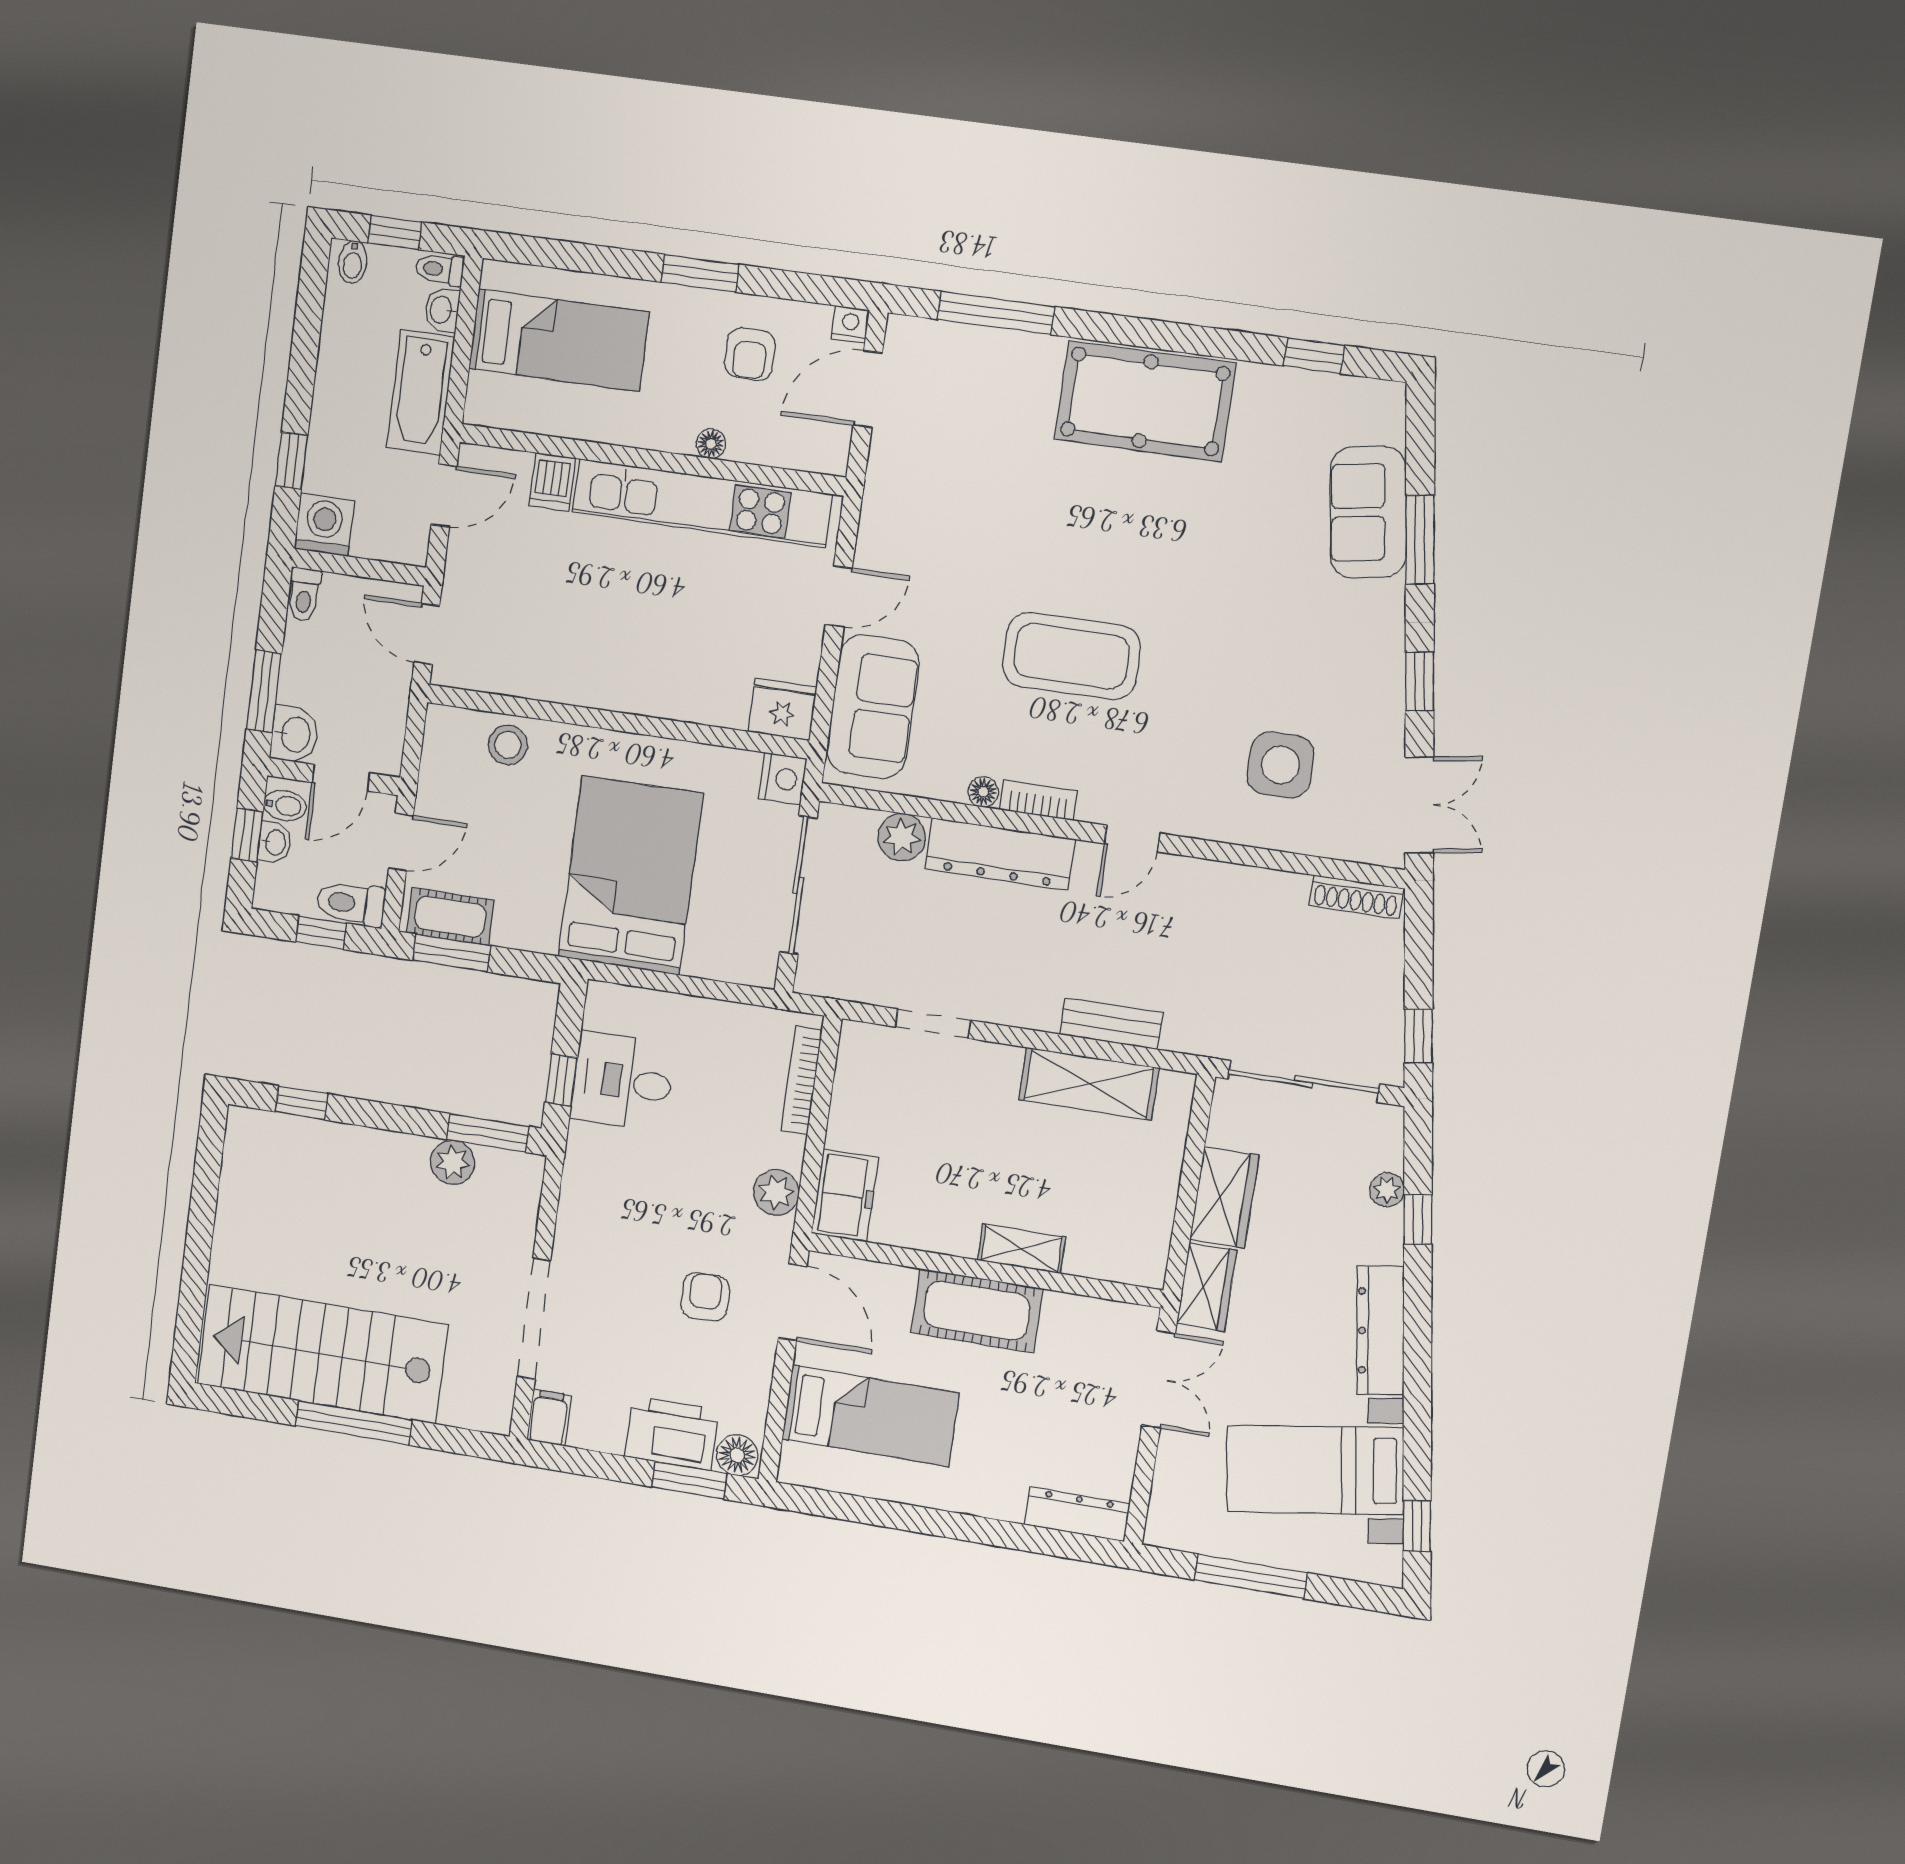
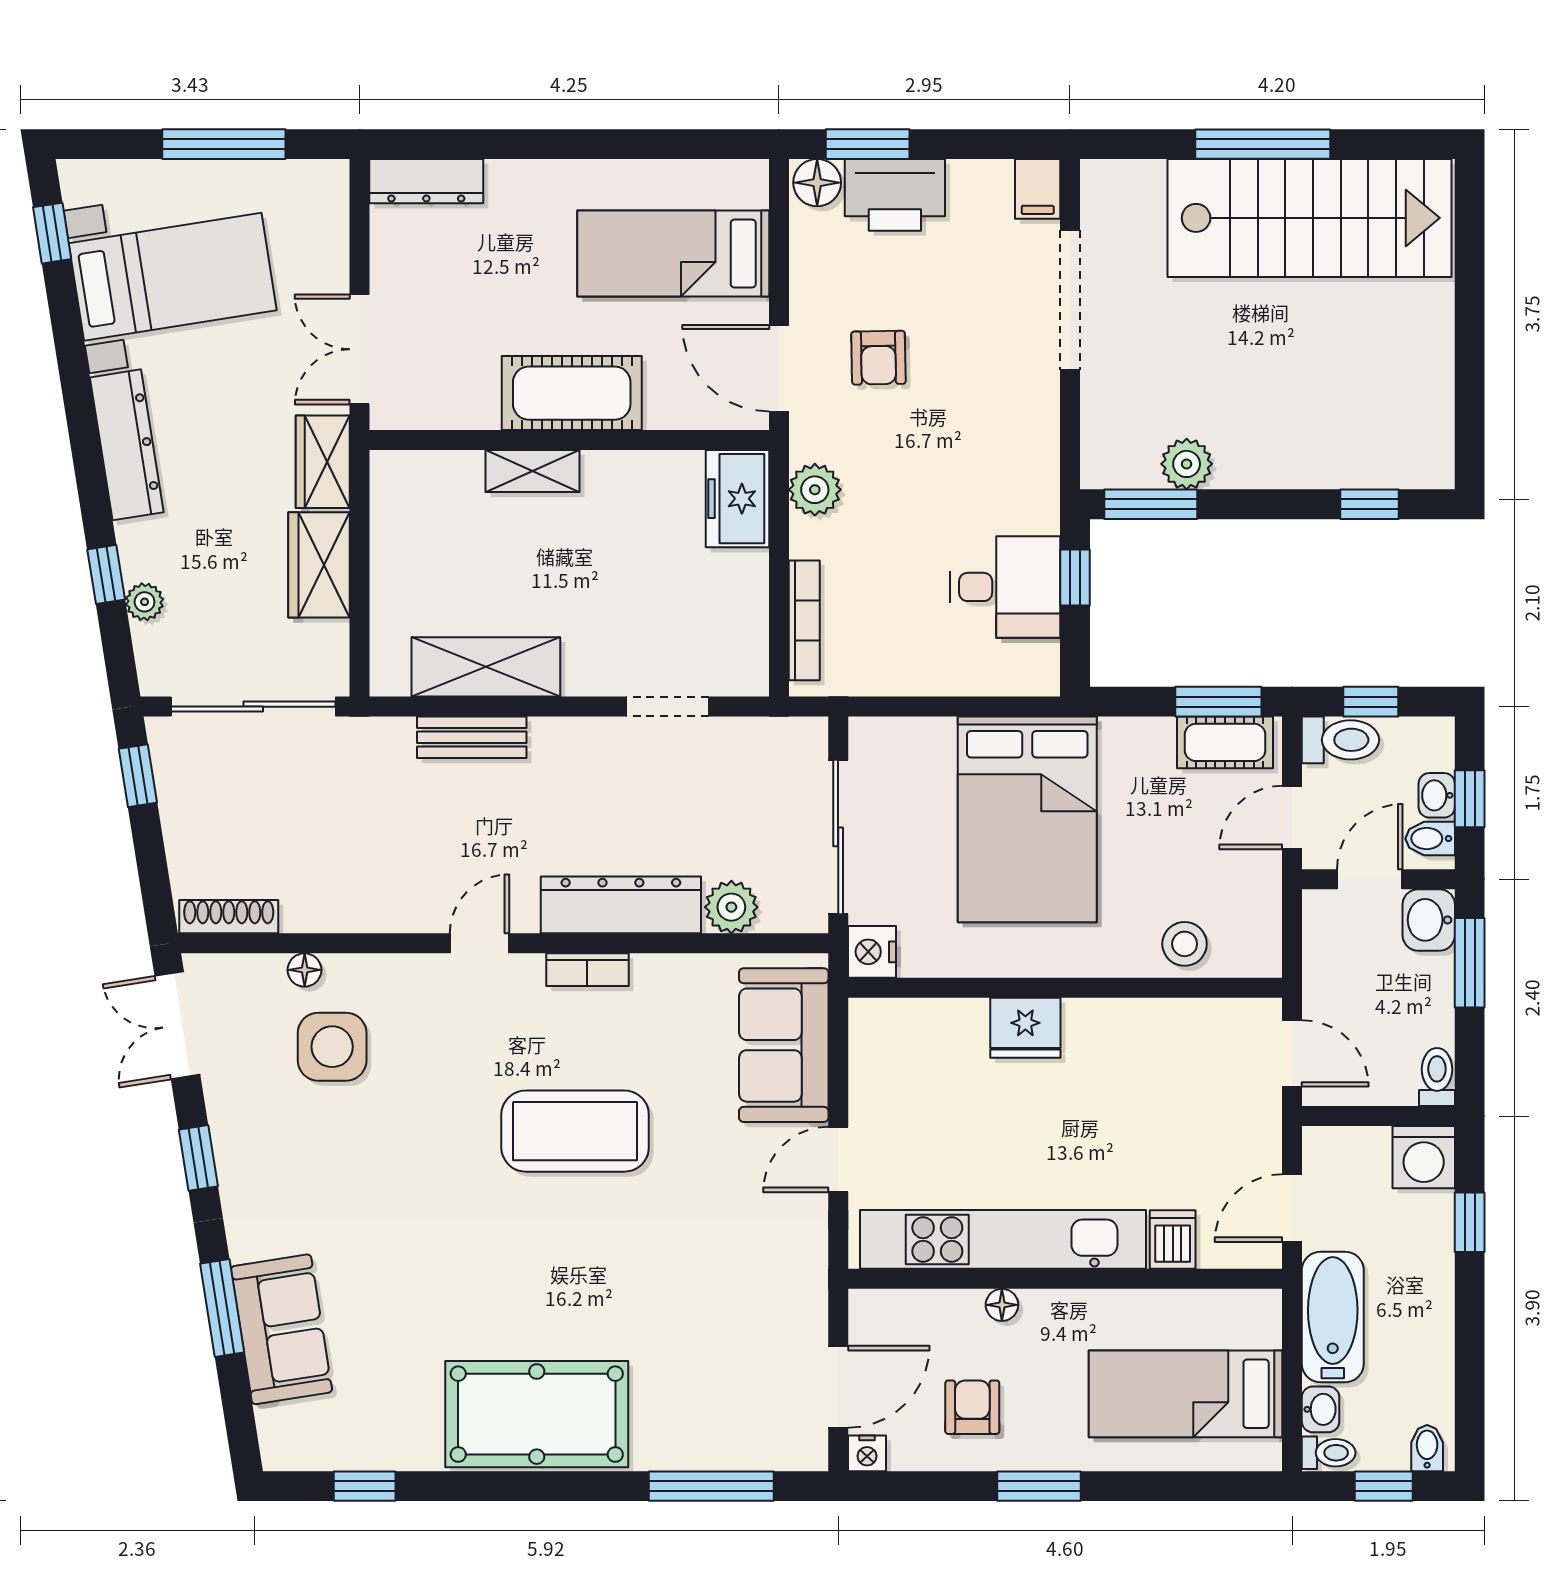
fridge: (782, 709) -> (1025, 1028), moved
floor lamp: (983, 792) -> (305, 970), moved

